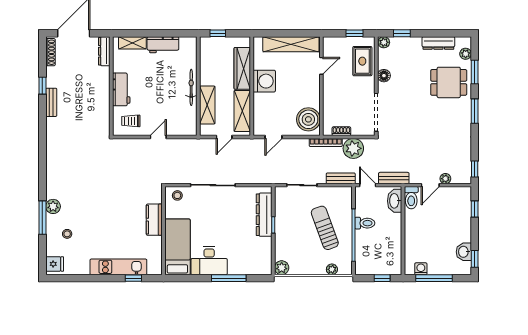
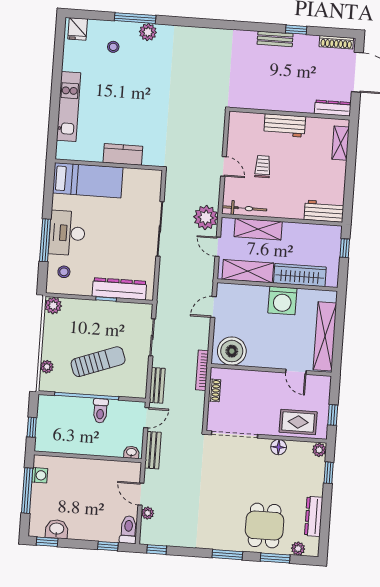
workbench: (163, 45) -> (324, 211), moved, turned 90
bicycle: (191, 87) -> (244, 208), moved
trolley: (131, 121) -> (263, 167), moved
door: (274, 137) -> (213, 307), hinge flipped
plant: (353, 148) -> (206, 217), moved
stool: (177, 195) -> (64, 272), moved
toilet: (411, 198) -> (128, 530), moved, turned 90
washbasin: (395, 201) -> (131, 452), width x0.52, depth x0.69
desk: (209, 261) -> (67, 233), moved
window: (133, 278) -> (53, 124), removed

